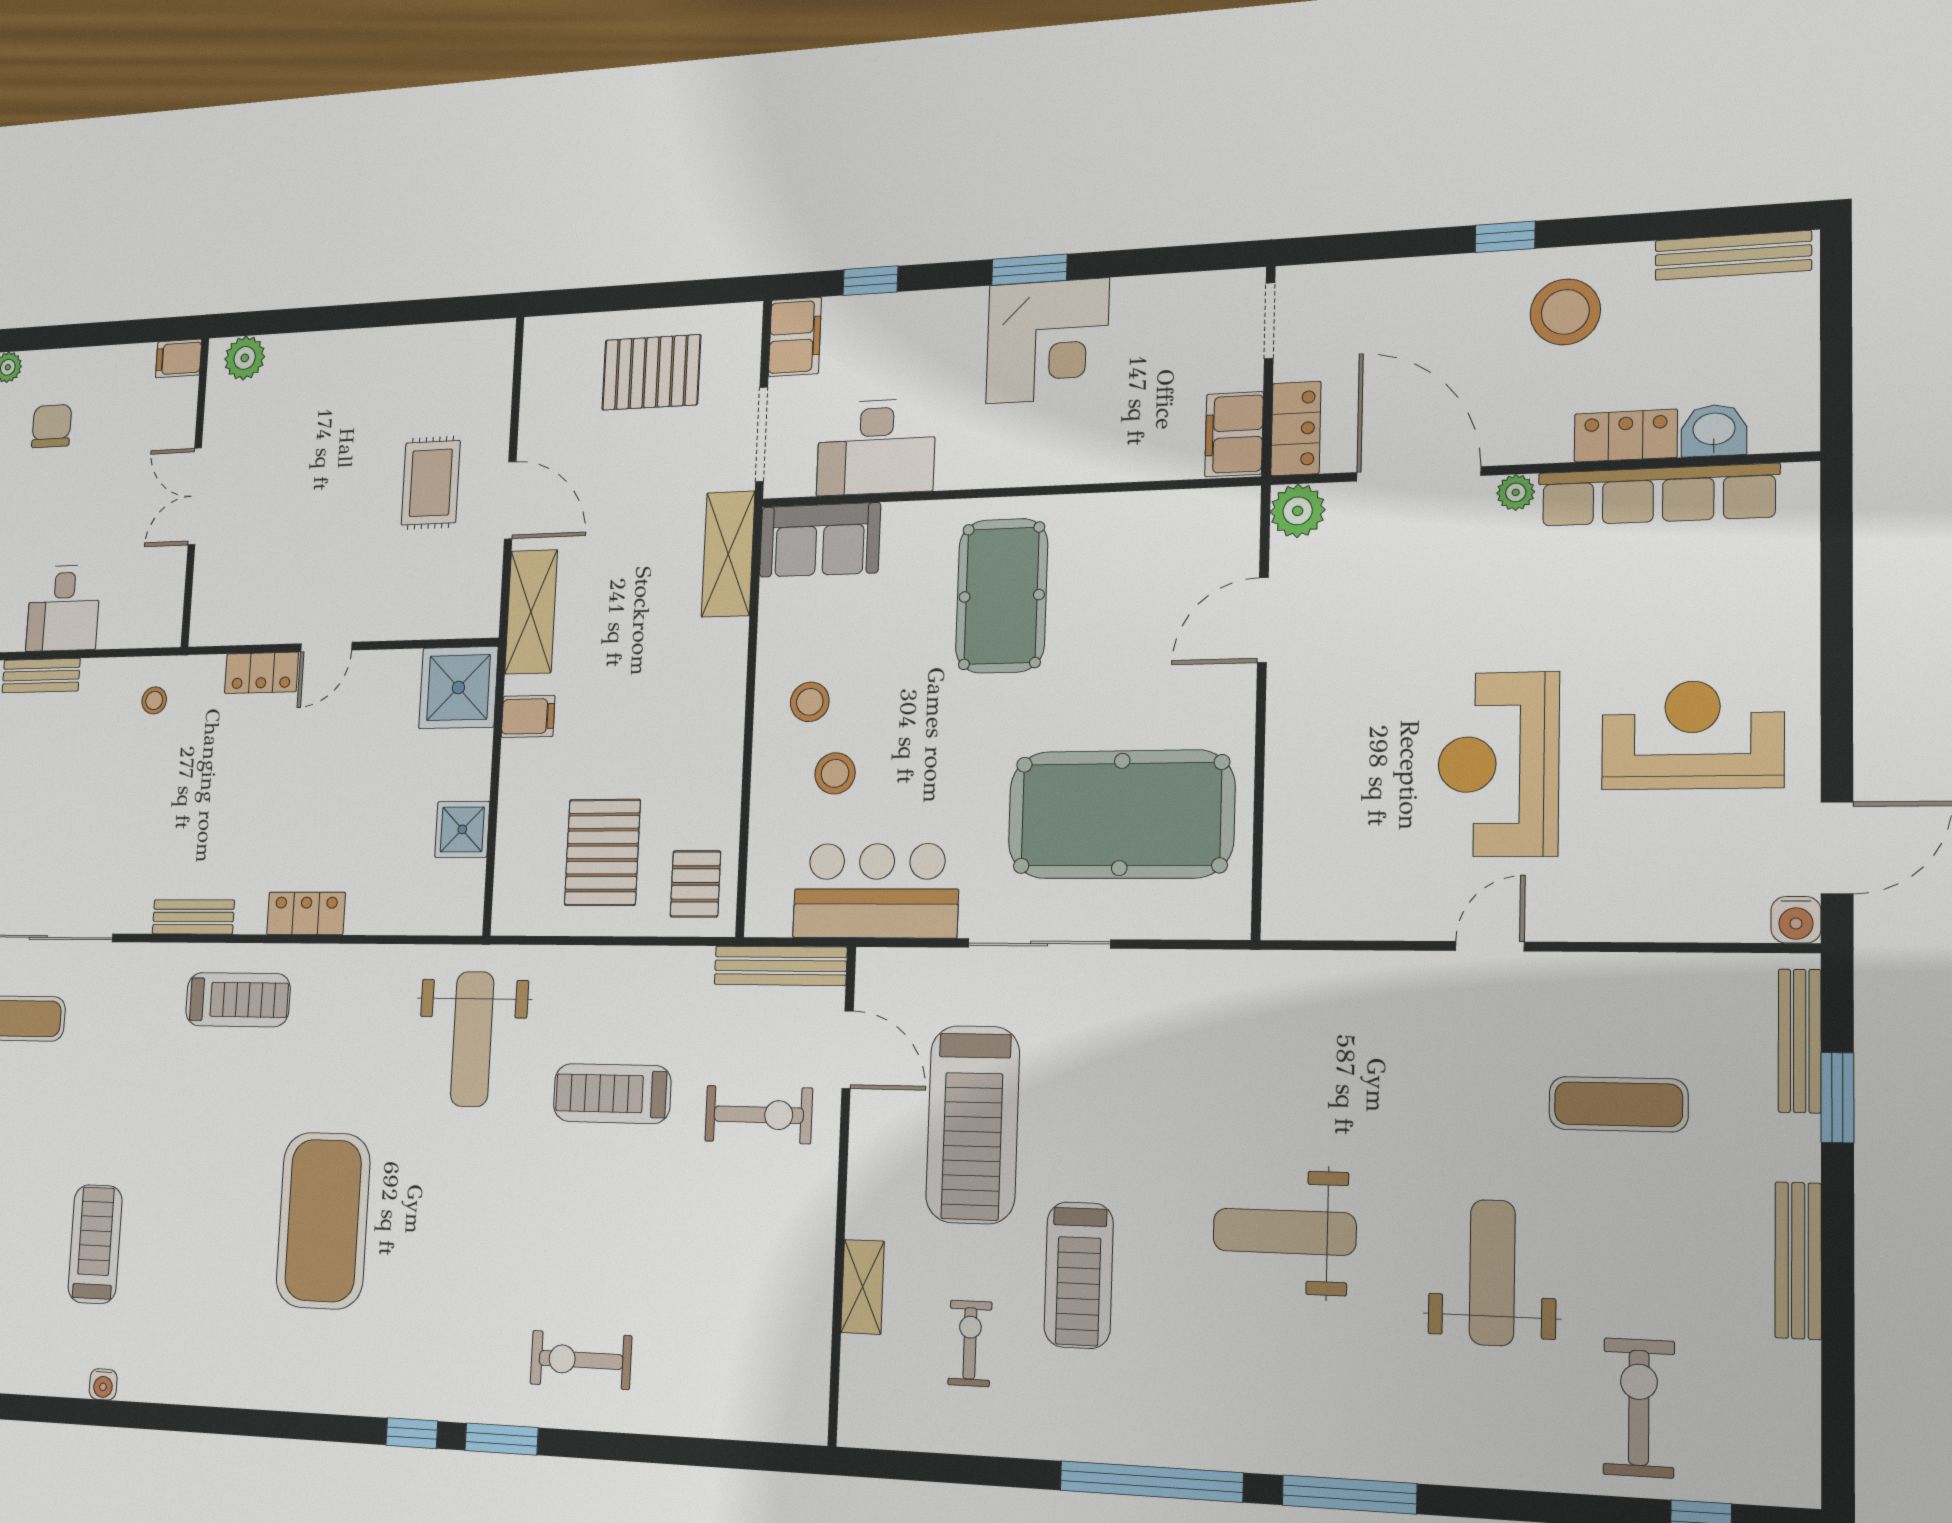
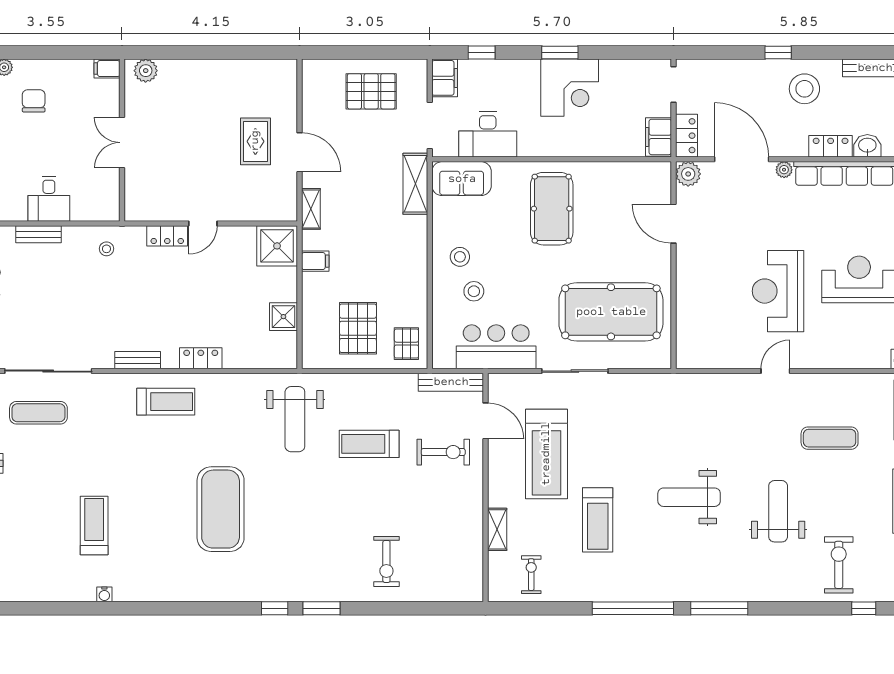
shelving: (531, 612) -> (311, 209), width x0.67, depth x0.75
door: (1263, 620) -> (674, 224), hinge flipped
exercise bike: (970, 1343) -> (531, 575), moved
exercise bike: (581, 1360) -> (386, 561), moved, turned -90

